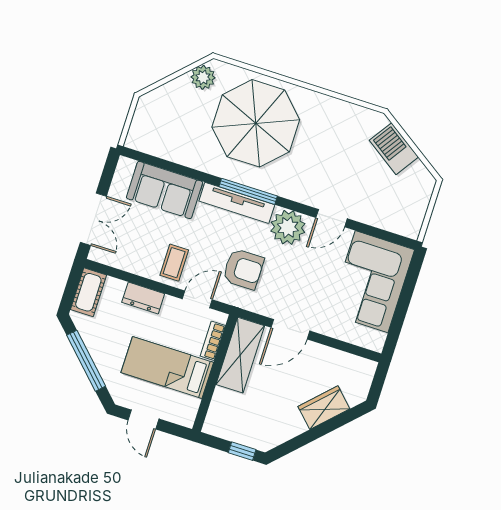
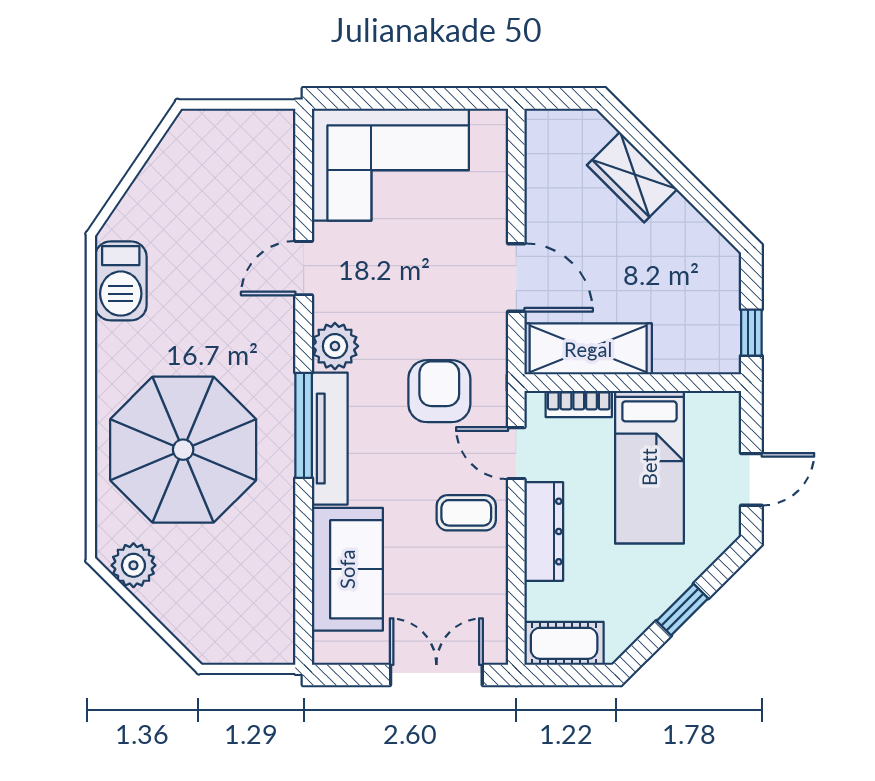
barbecue: (394, 149) -> (121, 281), moved, turned -34
door: (332, 218) -> (304, 268), swing flipped
plant: (288, 227) -> (335, 346), width x0.73, depth x0.73
dresser: (143, 298) -> (544, 532), width x1.44
window: (86, 361) -> (682, 610), width x0.46
window: (242, 451) -> (751, 333), moved

